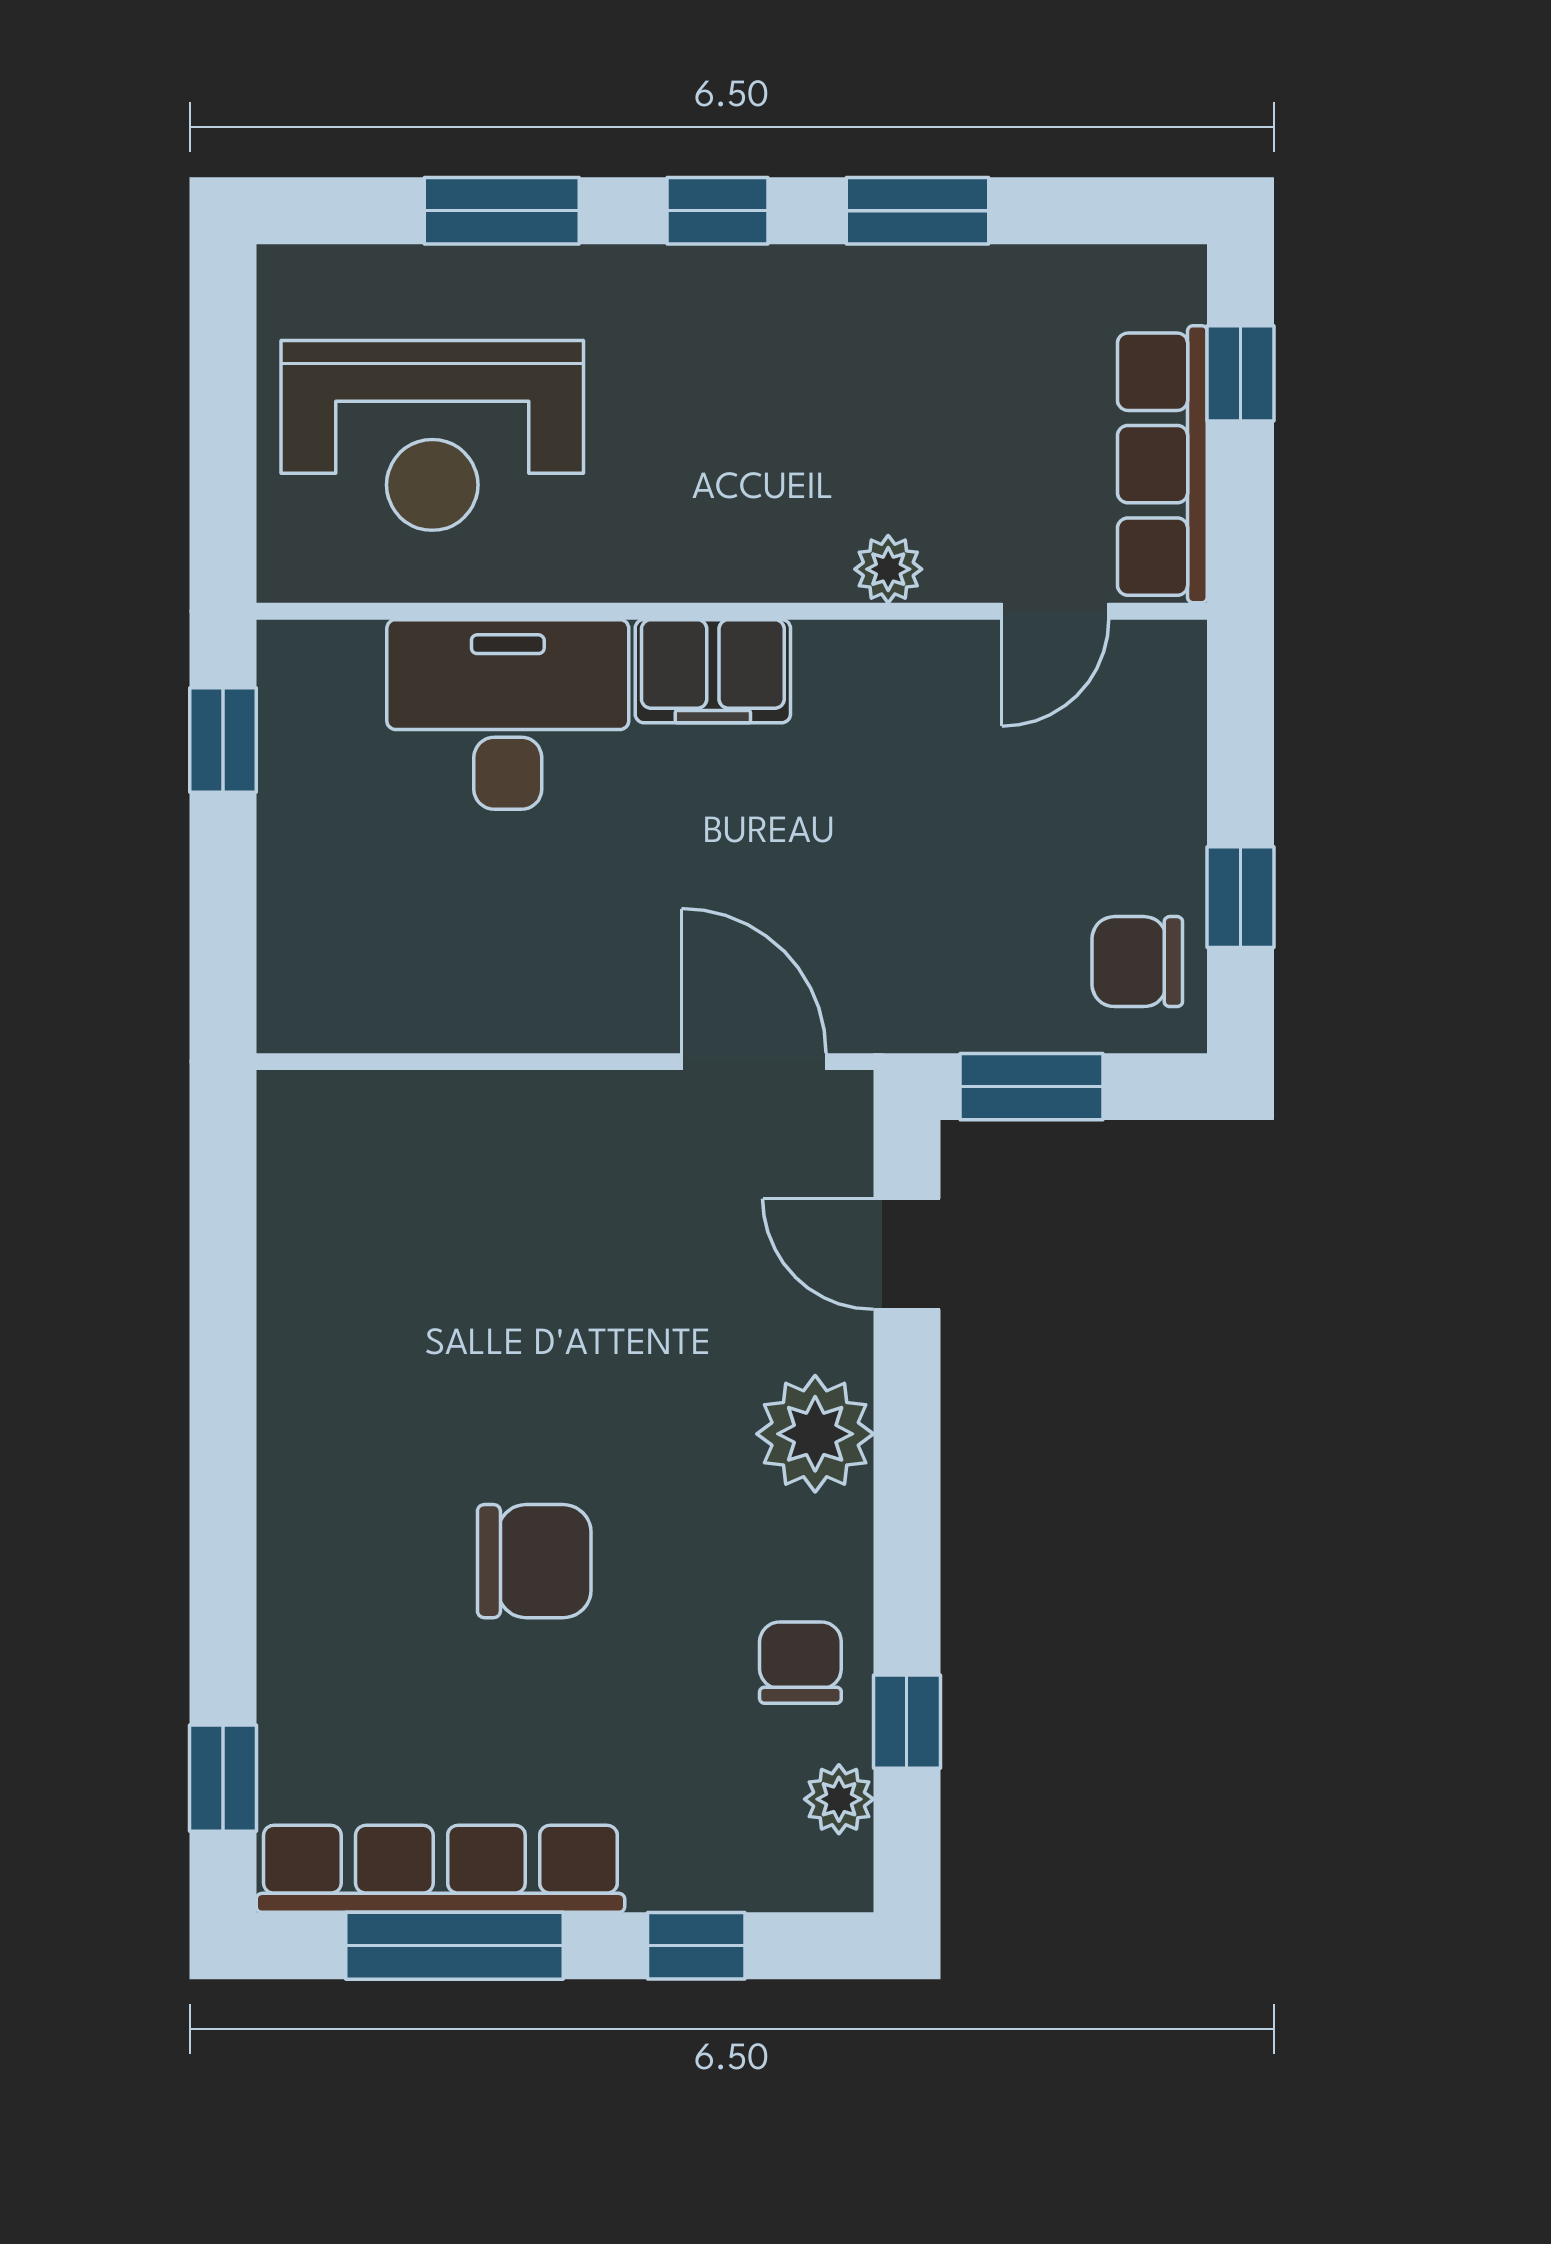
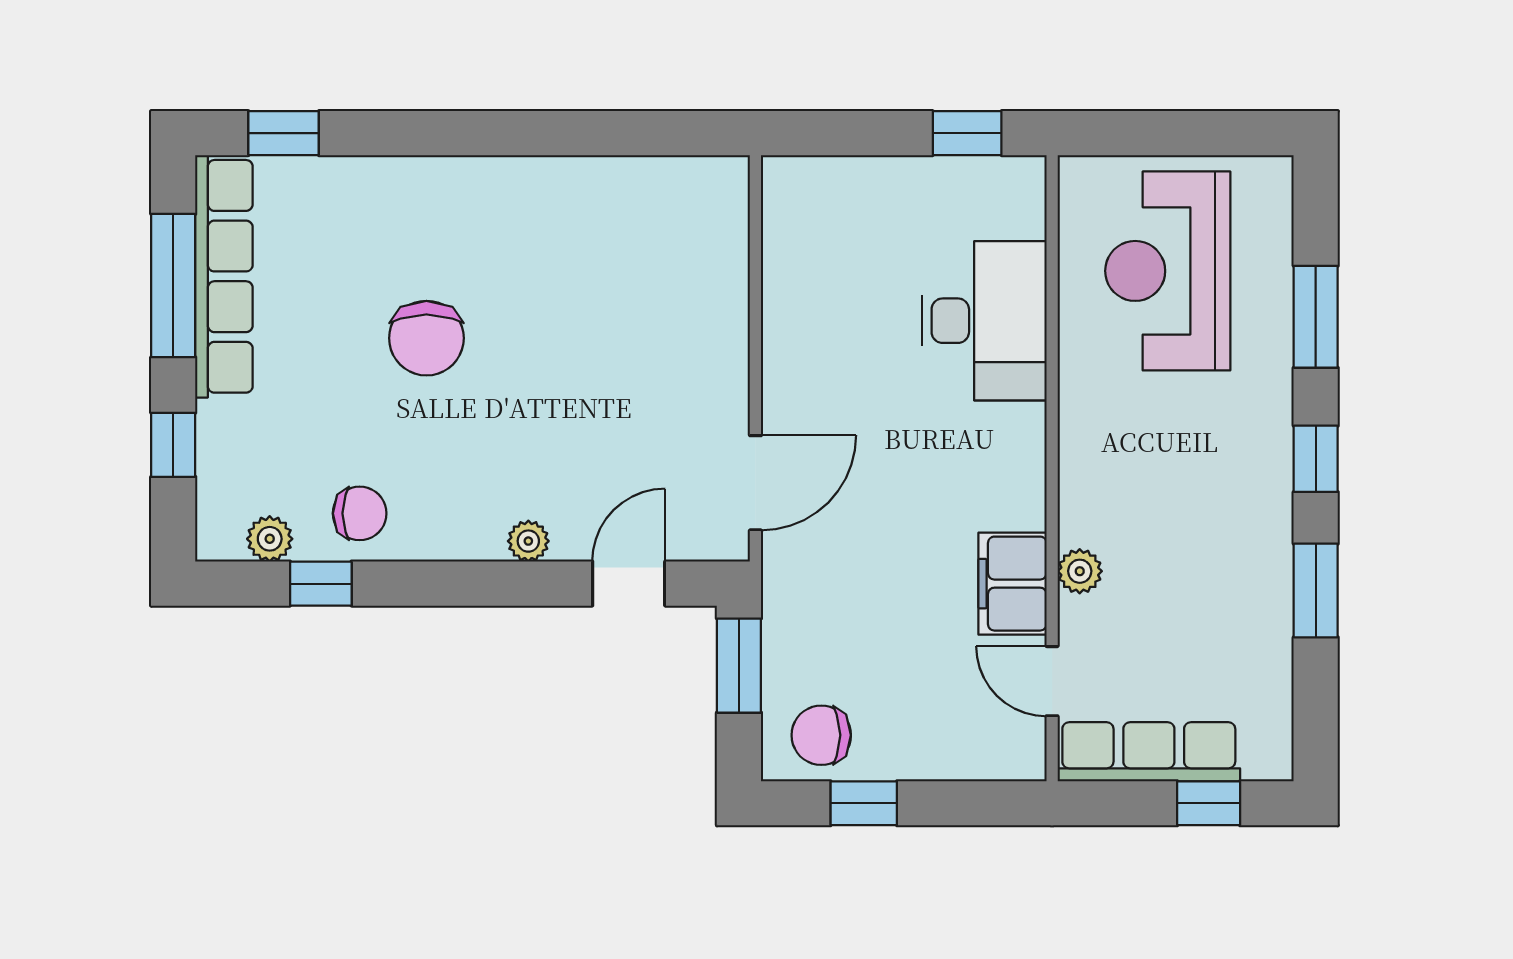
filing cabinet: (713, 671) -> (1012, 584), moved
chair: (1137, 962) -> (821, 735), turned -90
plant: (815, 1434) -> (528, 541), width x0.53, depth x0.53

